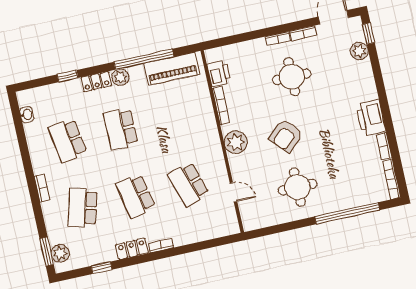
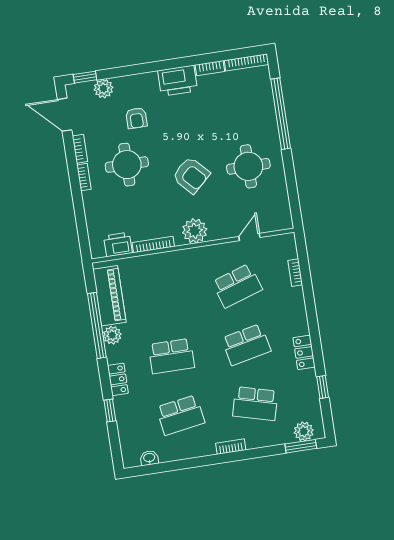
plant: (120, 77) -> (112, 335), moved
armchair: (335, 83) -> (136, 118), added
bookcase: (161, 246) -> (295, 273), moved

